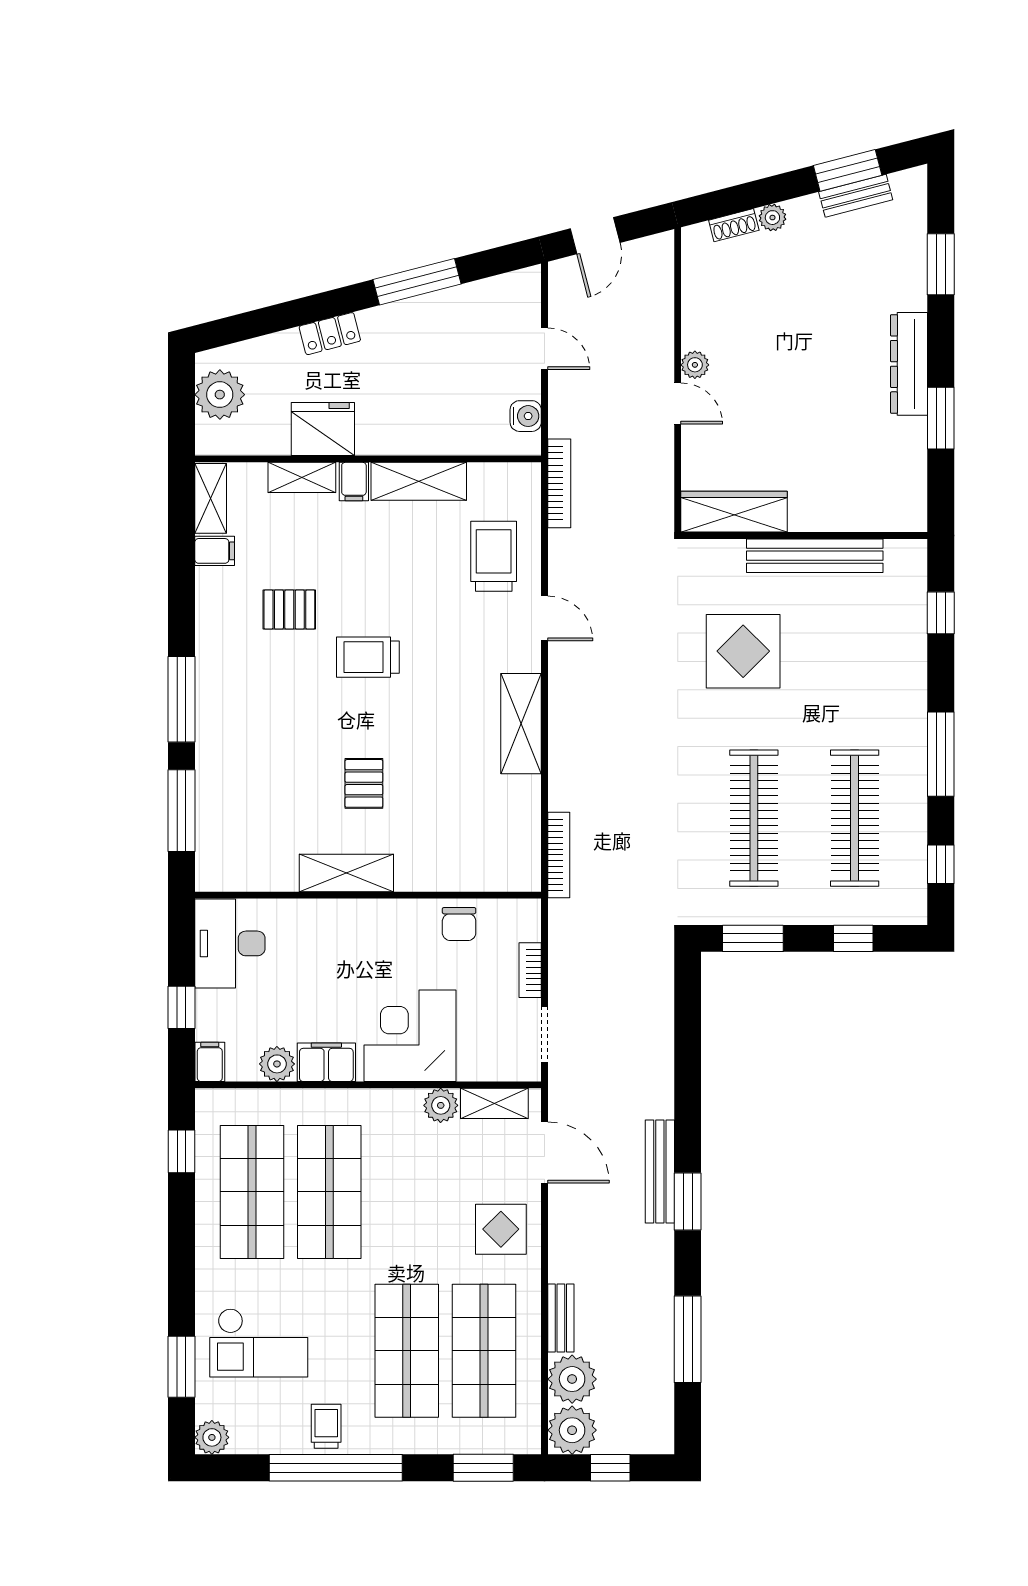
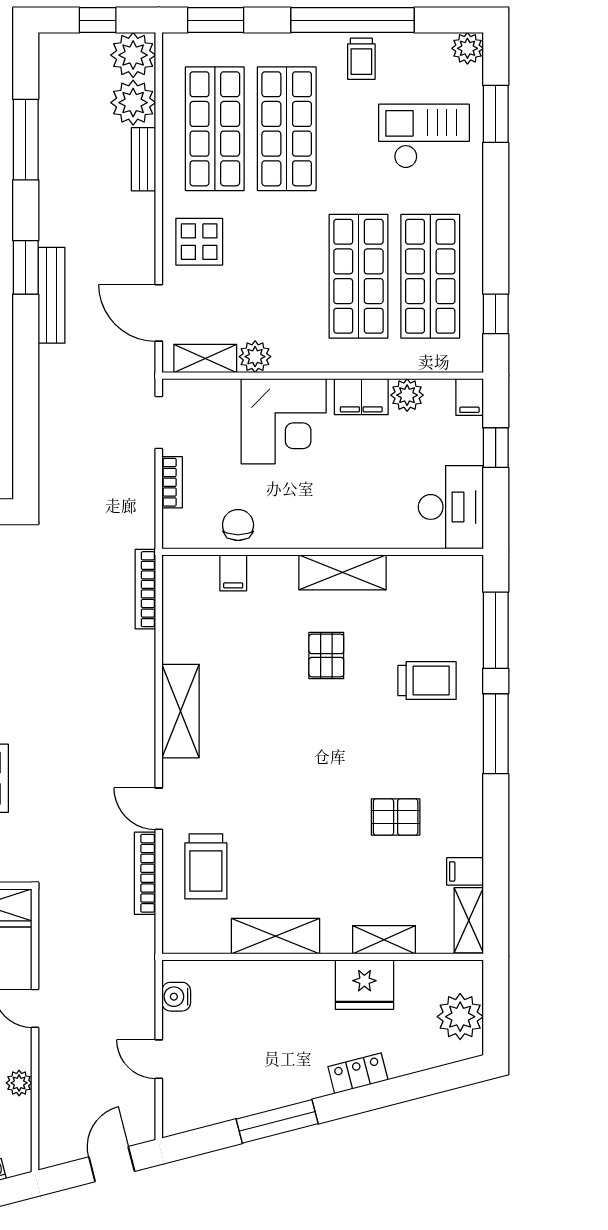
plant: (695, 365) -> (19, 1083), moved
filing cabinet: (354, 482) -> (233, 573), moved, turned 180
bookcase: (559, 483) -> (145, 873), moved
trolley: (368, 657) -> (427, 681), moved

